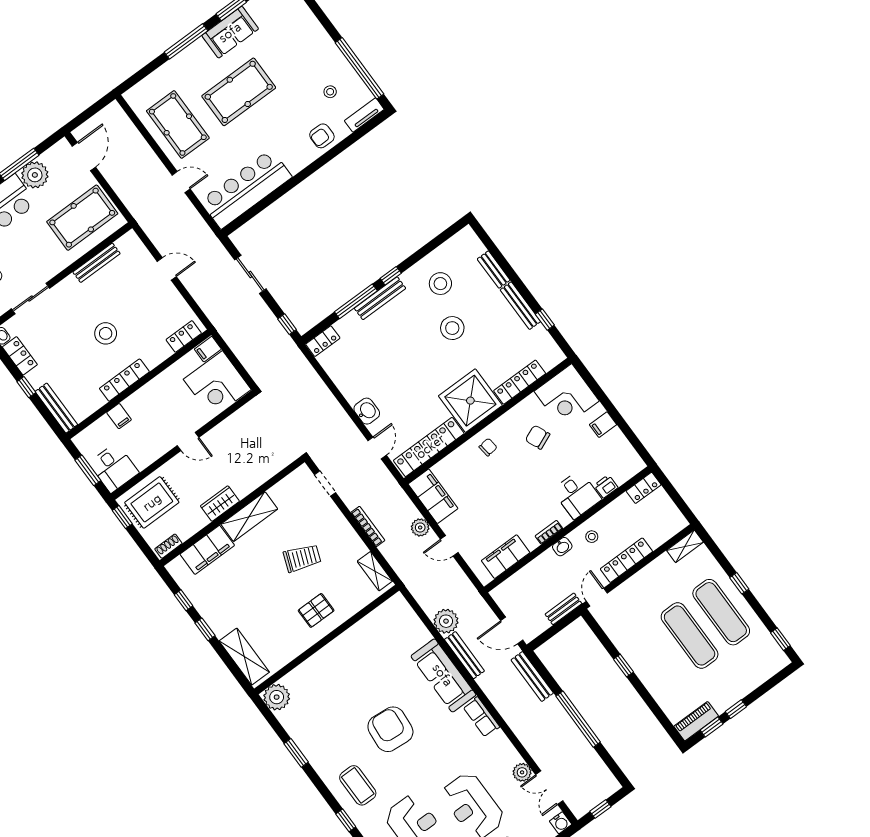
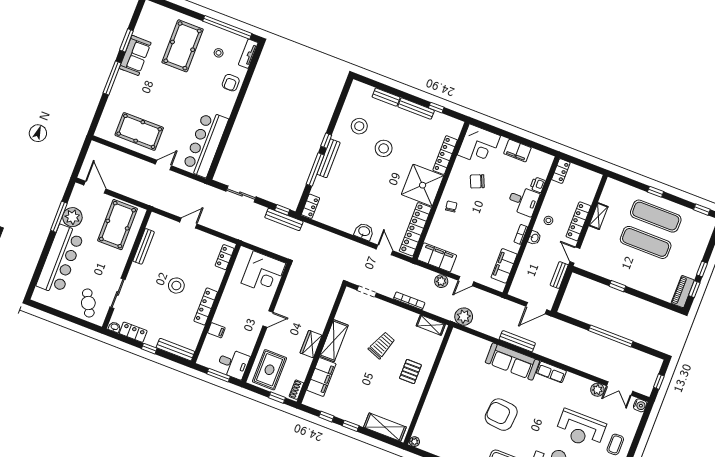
pool table: (239, 92) -> (183, 46), moved
filing cabinet: (208, 349) -> (244, 255), removed
filing cabinet: (603, 425) -> (517, 151), width x2.00
window: (122, 517) -> (277, 398), moved
shelving: (685, 546) -> (599, 216), moved
plant: (446, 621) -> (464, 317), moved
bench: (532, 676) -> (284, 220), moved
plant: (277, 697) -> (414, 442), width x0.53, depth x0.53

